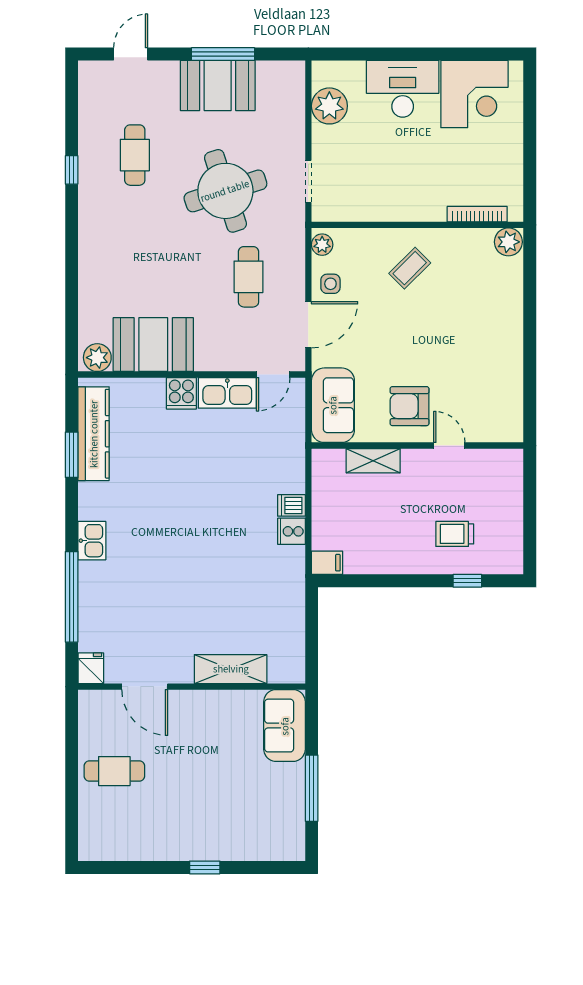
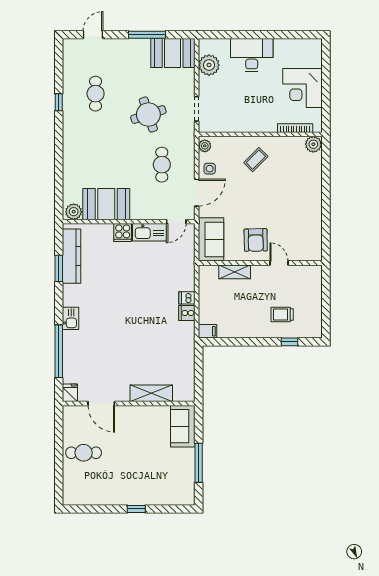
booth: (218, 86) -> (173, 53), moved
corner desk: (474, 94) -> (303, 88), moved, turned 90
round table: (225, 191) -> (148, 115), width x0.73, depth x0.73
armchair: (410, 406) -> (256, 240), turned -91

